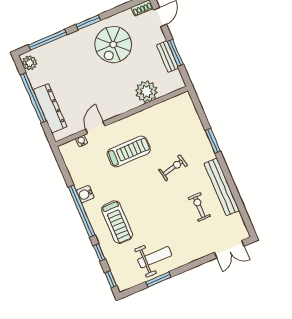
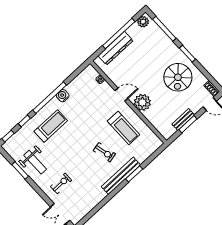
spiral stairs: (113, 44) -> (178, 77), turned -90
plant: (146, 92) -> (142, 102), moved
door: (95, 128) -> (121, 95), moved
treadmill: (129, 151) -> (123, 128), moved
bench: (222, 187) -> (121, 176), moved
exercise bike: (199, 207) -> (61, 183), moved
treadmill: (117, 222) -> (51, 126), turned 180

